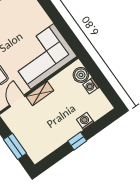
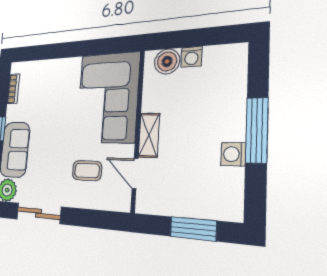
washing machine: (85, 121) -> (233, 154), moved
window: (77, 141) -> (257, 130), width x2.17

